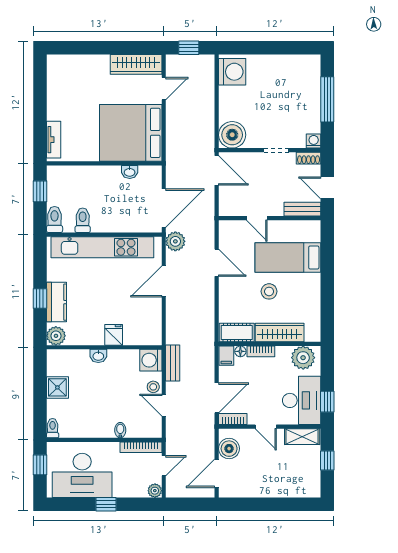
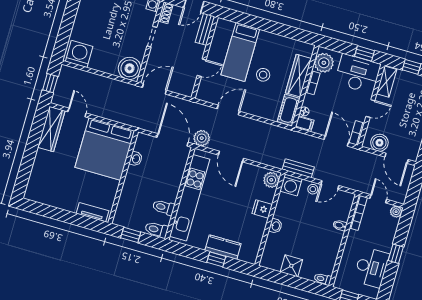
plant: (56, 336) -> (271, 180), moved
bookcase: (261, 351) -> (313, 83), moved
desk: (82, 475) -> (371, 267), width x0.73, depth x0.77

